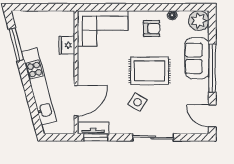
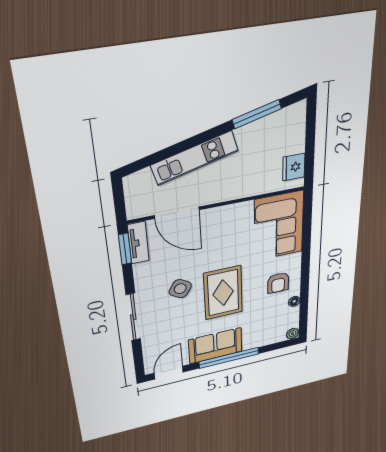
plant: (199, 21) -> (292, 334), width x0.53, depth x0.53
fridge: (67, 45) -> (294, 167), moved, turned -90
sofa: (197, 58) -> (215, 346), moved
kitchen unit: (39, 86) -> (195, 158), width x0.73

